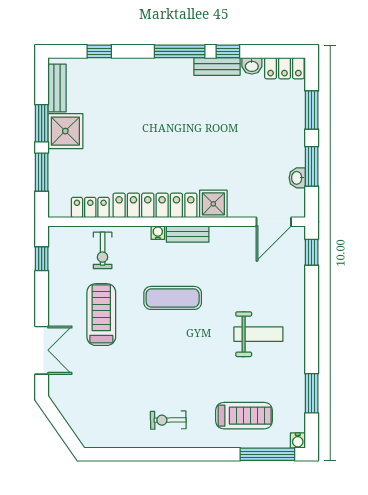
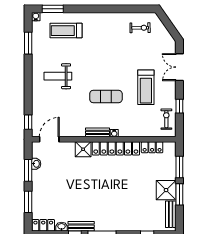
exercise bike: (103, 250) -> (166, 119), moved
window: (42, 259) -> (179, 106), moved
exercise bike: (168, 420) -> (140, 28), moved
window: (267, 454) -> (53, 9), width x0.69

